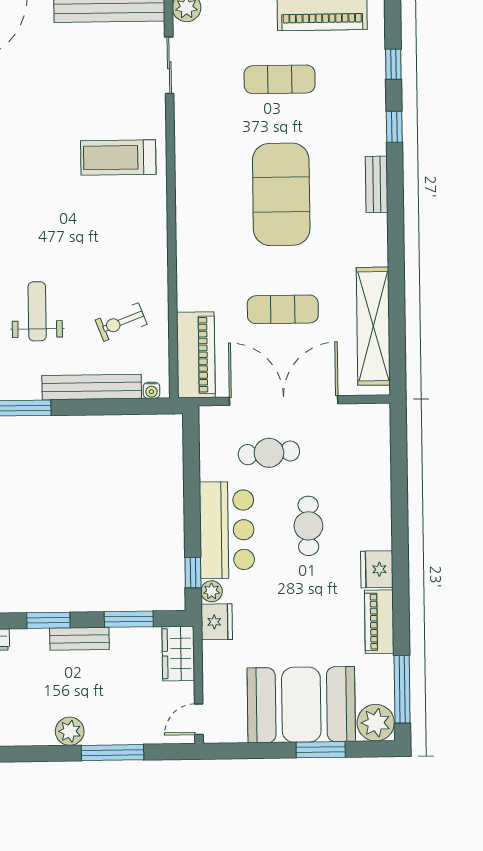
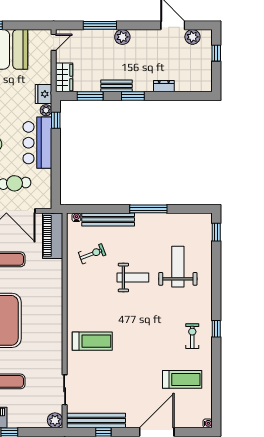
weight bench: (37, 311) -> (133, 278), moved, turned -90

